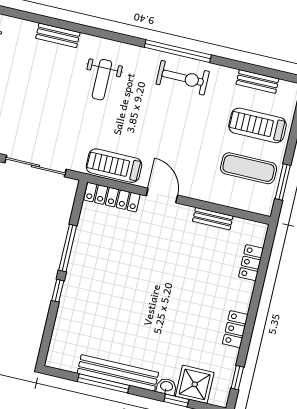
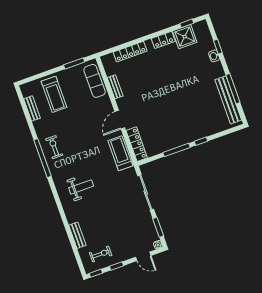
bench: (58, 35) -> (77, 235), moved
exercise bike: (183, 78) -> (54, 147), width x0.73, depth x0.72
treadmill: (114, 166) -> (120, 153), turned 180
exercise mat: (249, 168) -> (95, 81), moved
locker: (251, 263) -> (130, 52), width x1.53
bench: (118, 373) -> (228, 100), moved
shower: (195, 384) -> (185, 37), moved

